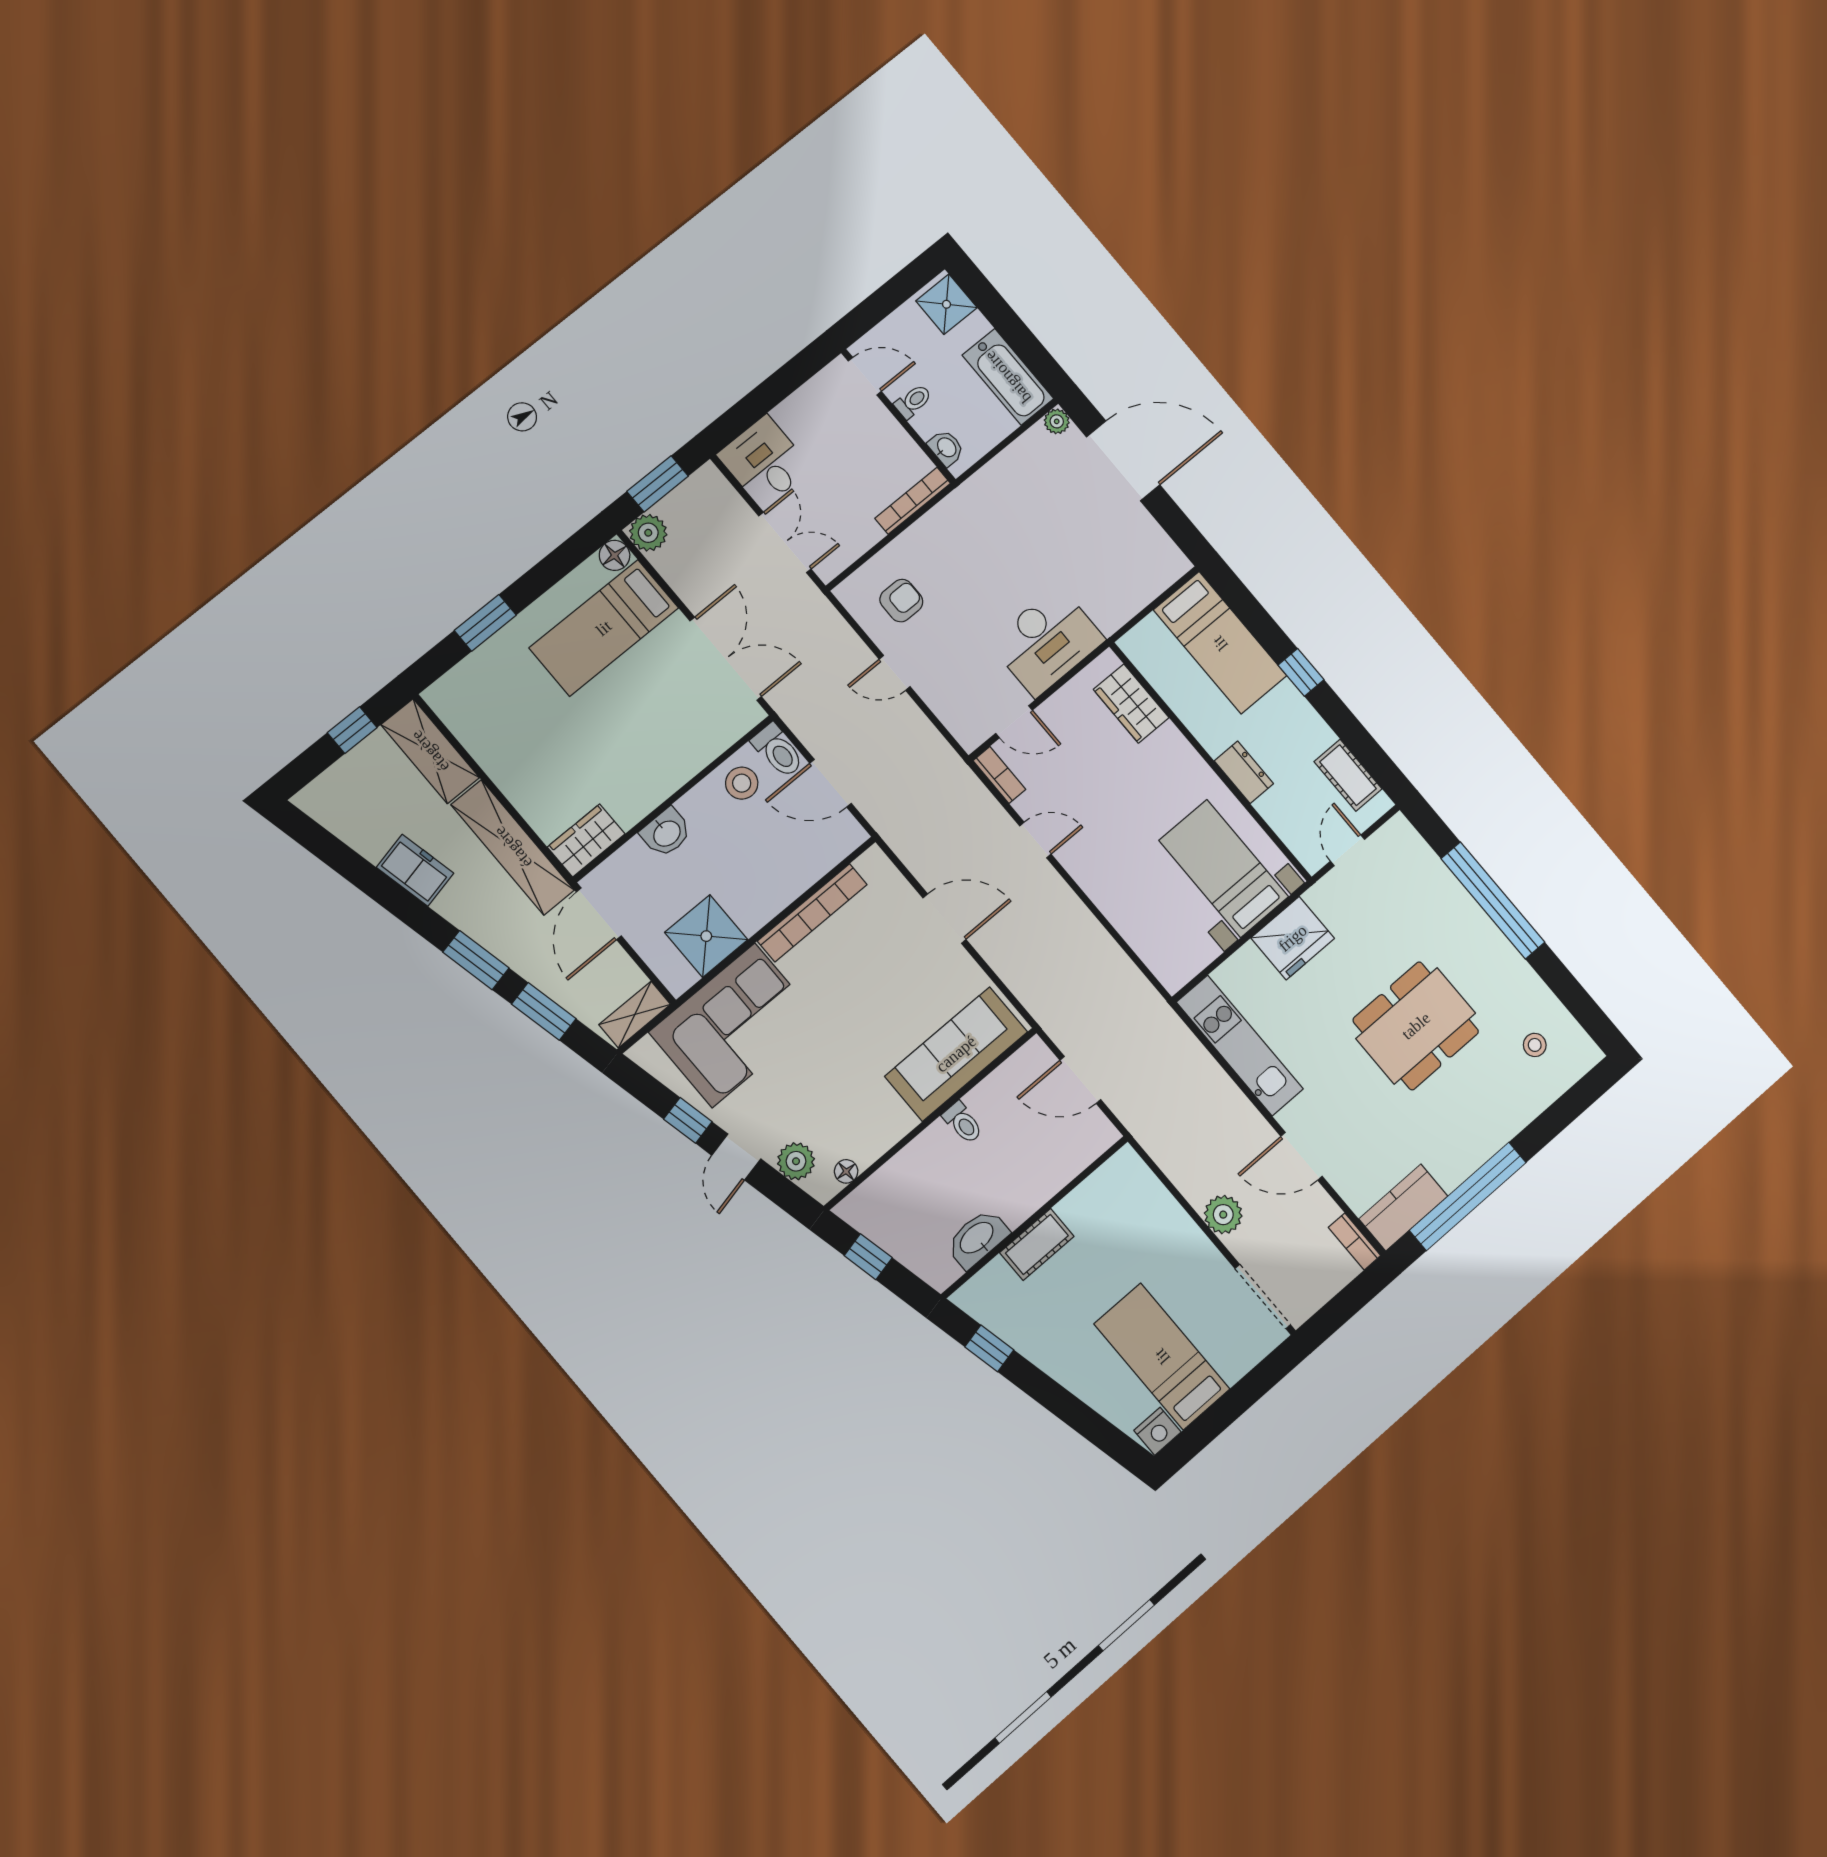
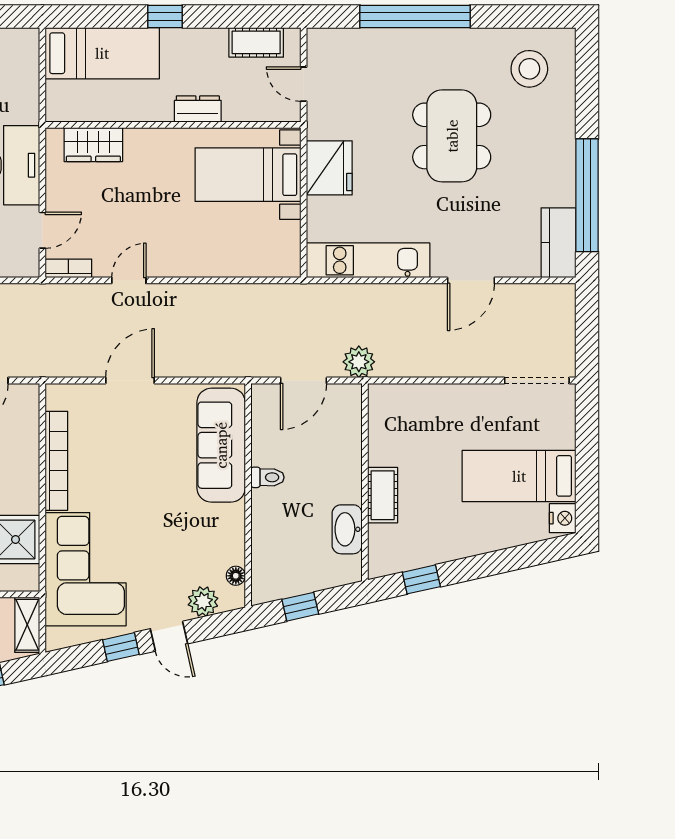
stool: (1535, 1045) -> (529, 69), width x1.89, depth x1.89
plant: (1223, 1215) -> (359, 362), moved
bookcase: (1354, 1241) -> (553, 292), removed

